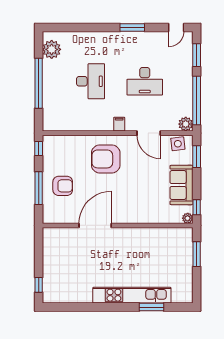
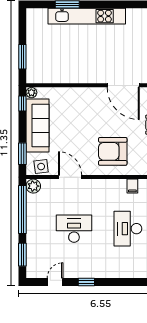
window: (132, 28) -> (86, 282), width x0.67
door: (176, 28) -> (55, 282), moved
filing cabinet: (119, 124) -> (132, 186), moved
armchair: (106, 159) -> (113, 151), turned 180
sofa: (181, 185) -> (38, 126), width x1.36
door: (95, 225) -> (123, 85), hinge flipped

